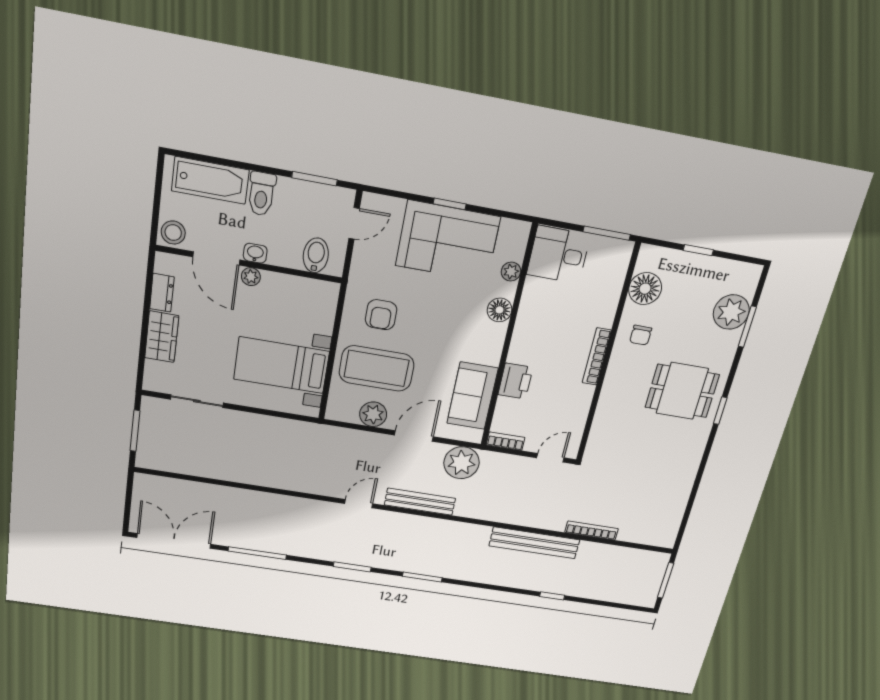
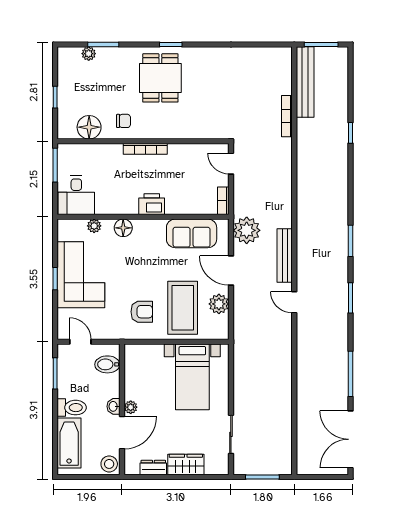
plant: (731, 312) -> (89, 54), width x0.53, depth x0.53
printer: (515, 381) -> (152, 204), moved
bench: (534, 543) -> (305, 82), moved

